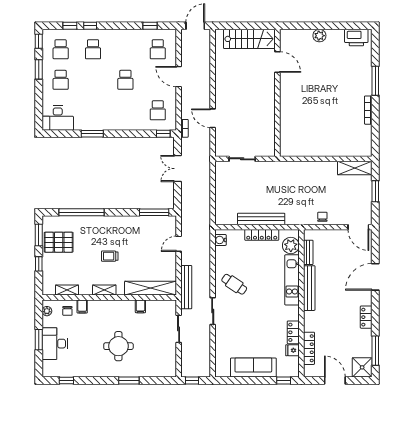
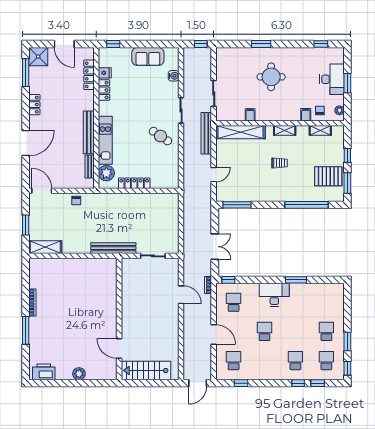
desk: (58, 118) -> (274, 295), moved
bench: (261, 219) -> (113, 248), moved
water cooler: (220, 240) -> (174, 76), moved
sofa: (253, 367) -> (148, 56), width x0.73

